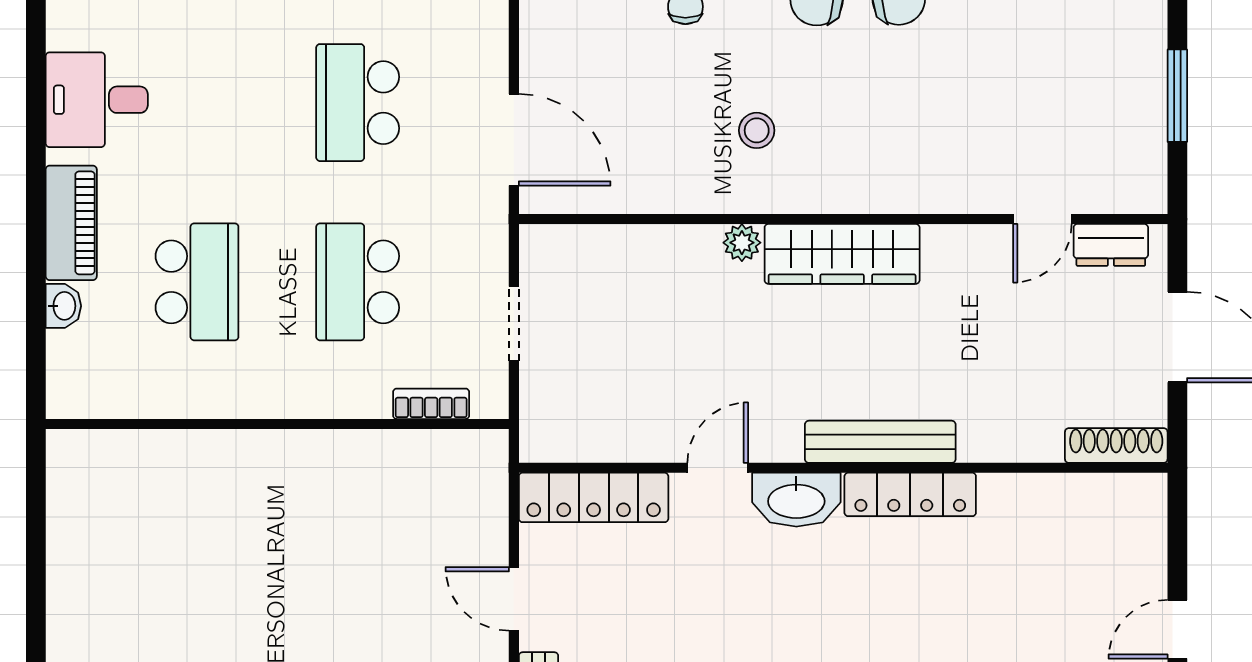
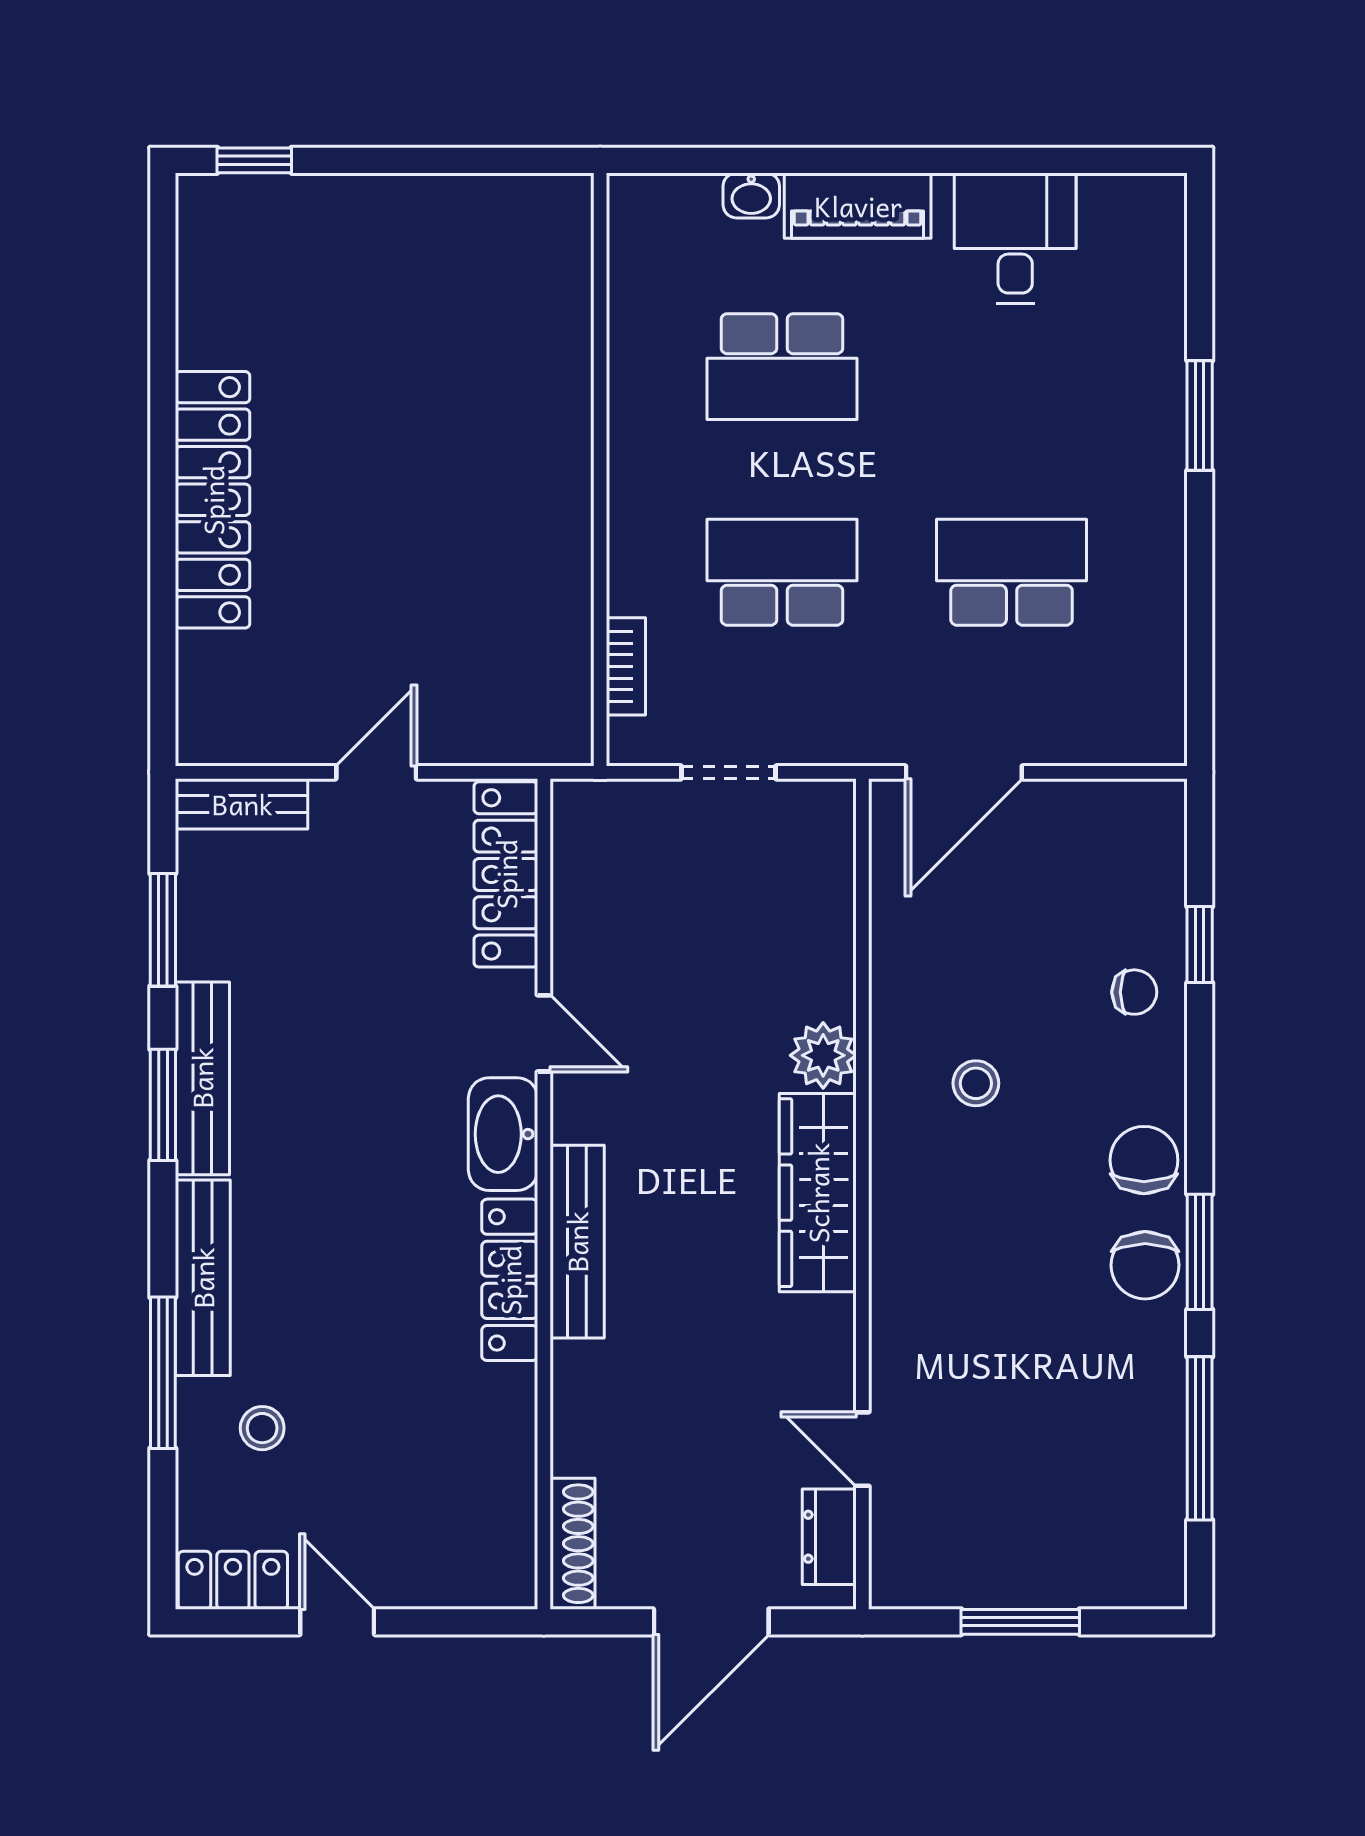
plant: (742, 243) -> (823, 1055), width x1.38, depth x1.38

